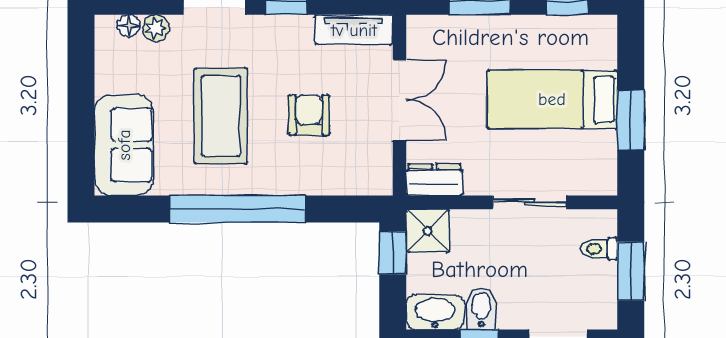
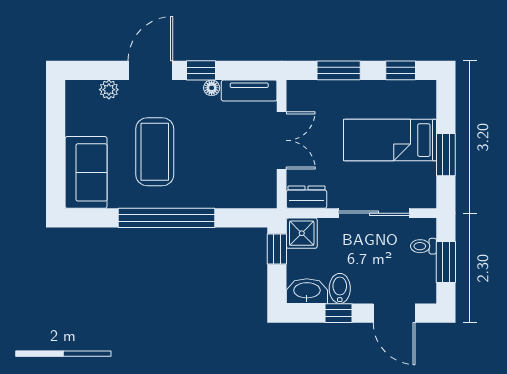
floor lamp: (129, 26) -> (212, 88), moved
armchair: (309, 115) -> (217, 151), removed
sliding door: (529, 202) -> (374, 213), width x1.37

